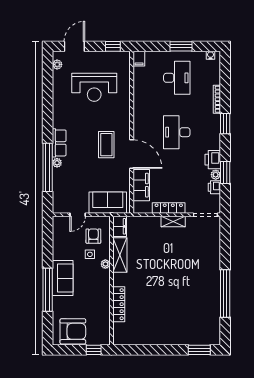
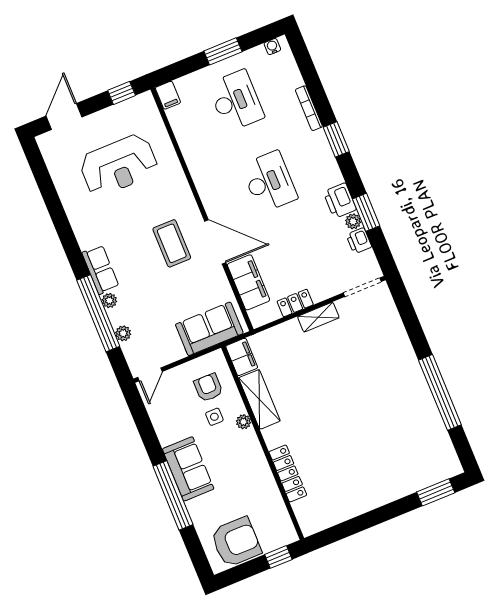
plant: (57, 64) -> (123, 333), moved
desk: (177, 132) -> (269, 182), turned 180
locker: (169, 208) -> (295, 303), width x0.66
door: (78, 215) -> (150, 374), moved

